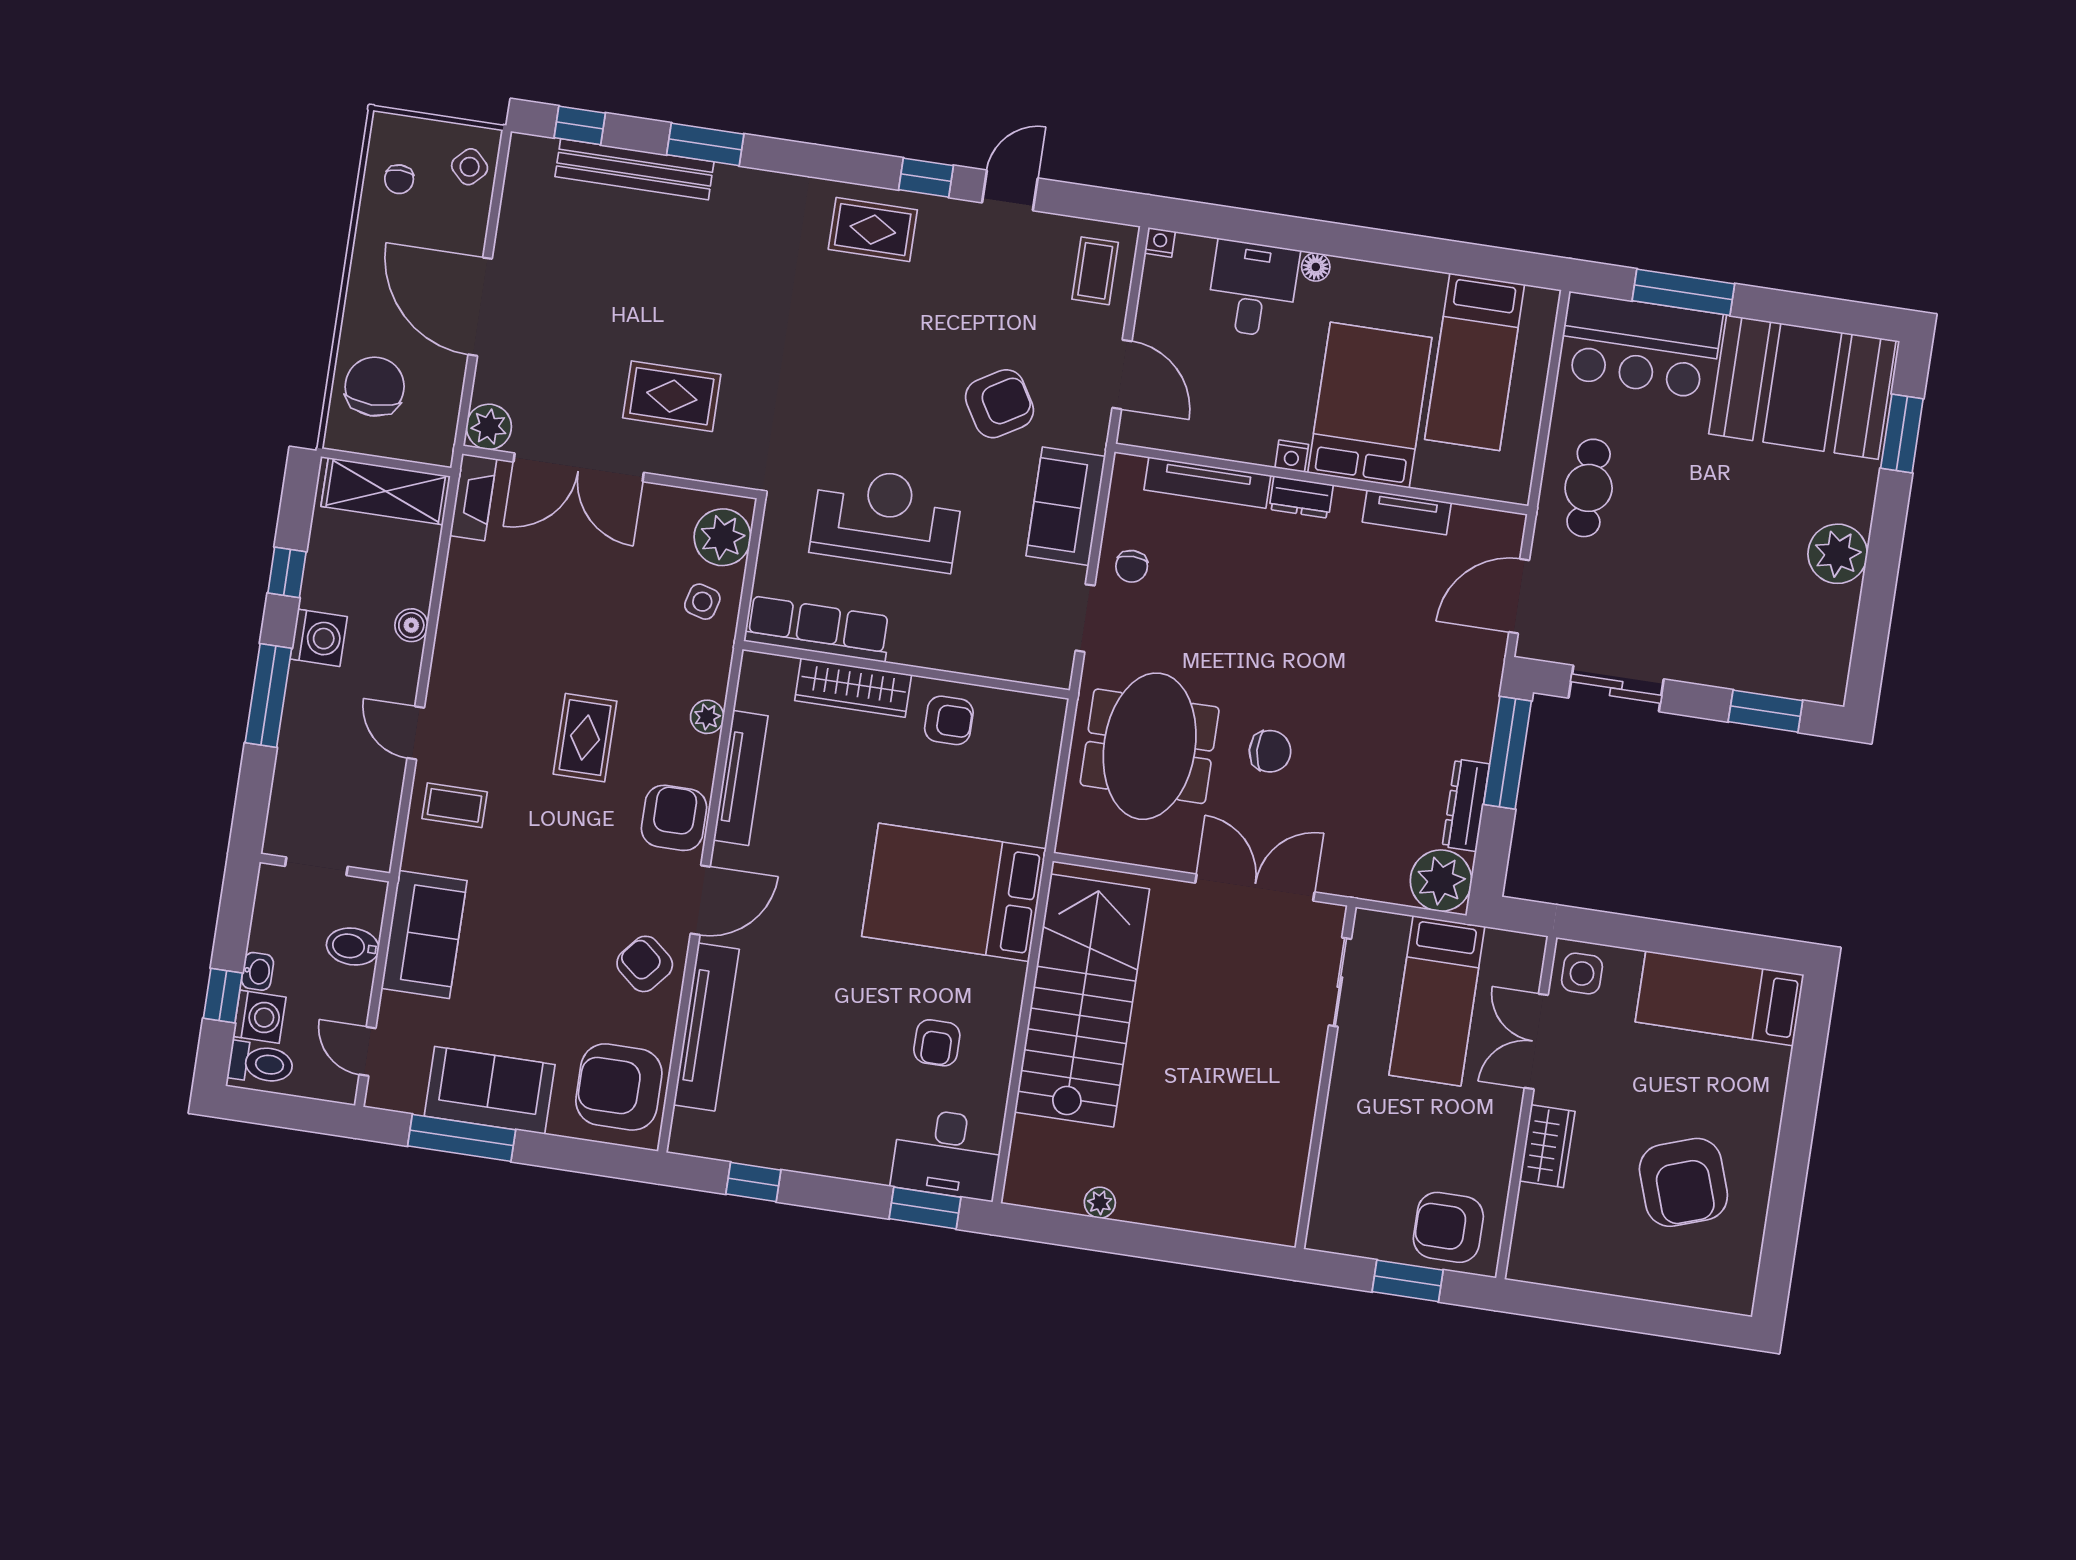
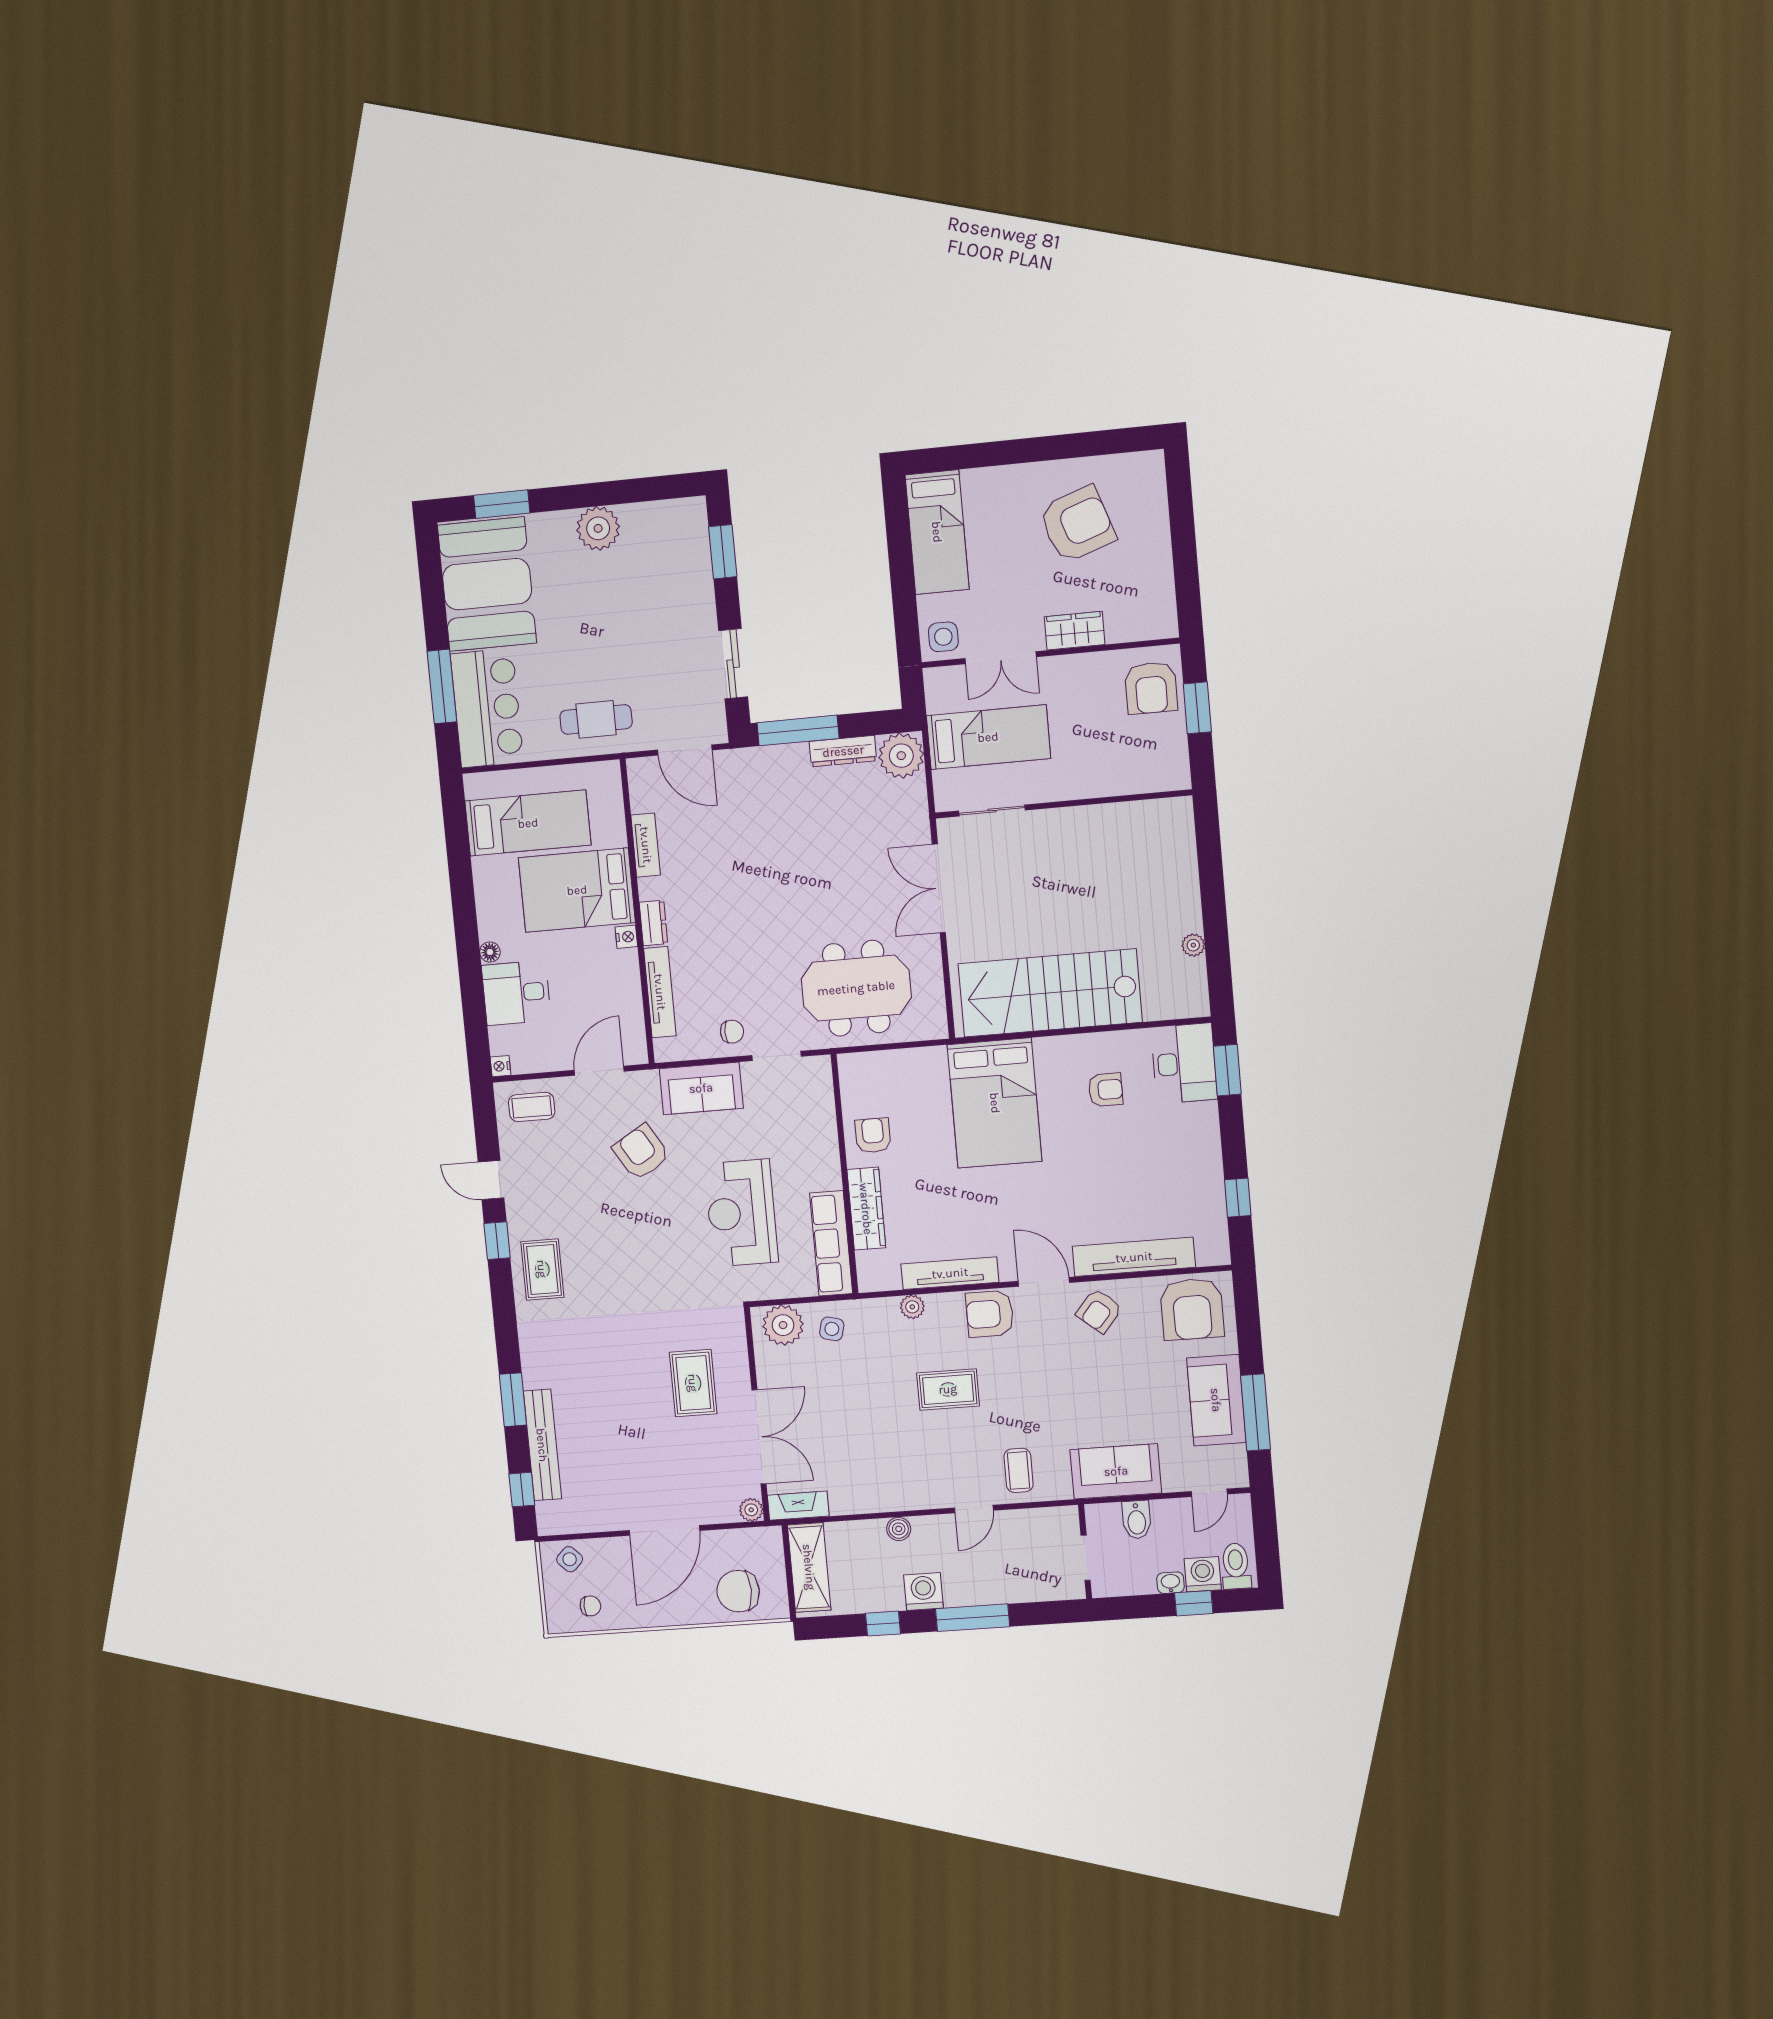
plant: (489, 427) -> (751, 1510), width x0.73, depth x0.73
chair: (1270, 751) -> (839, 901), removed

